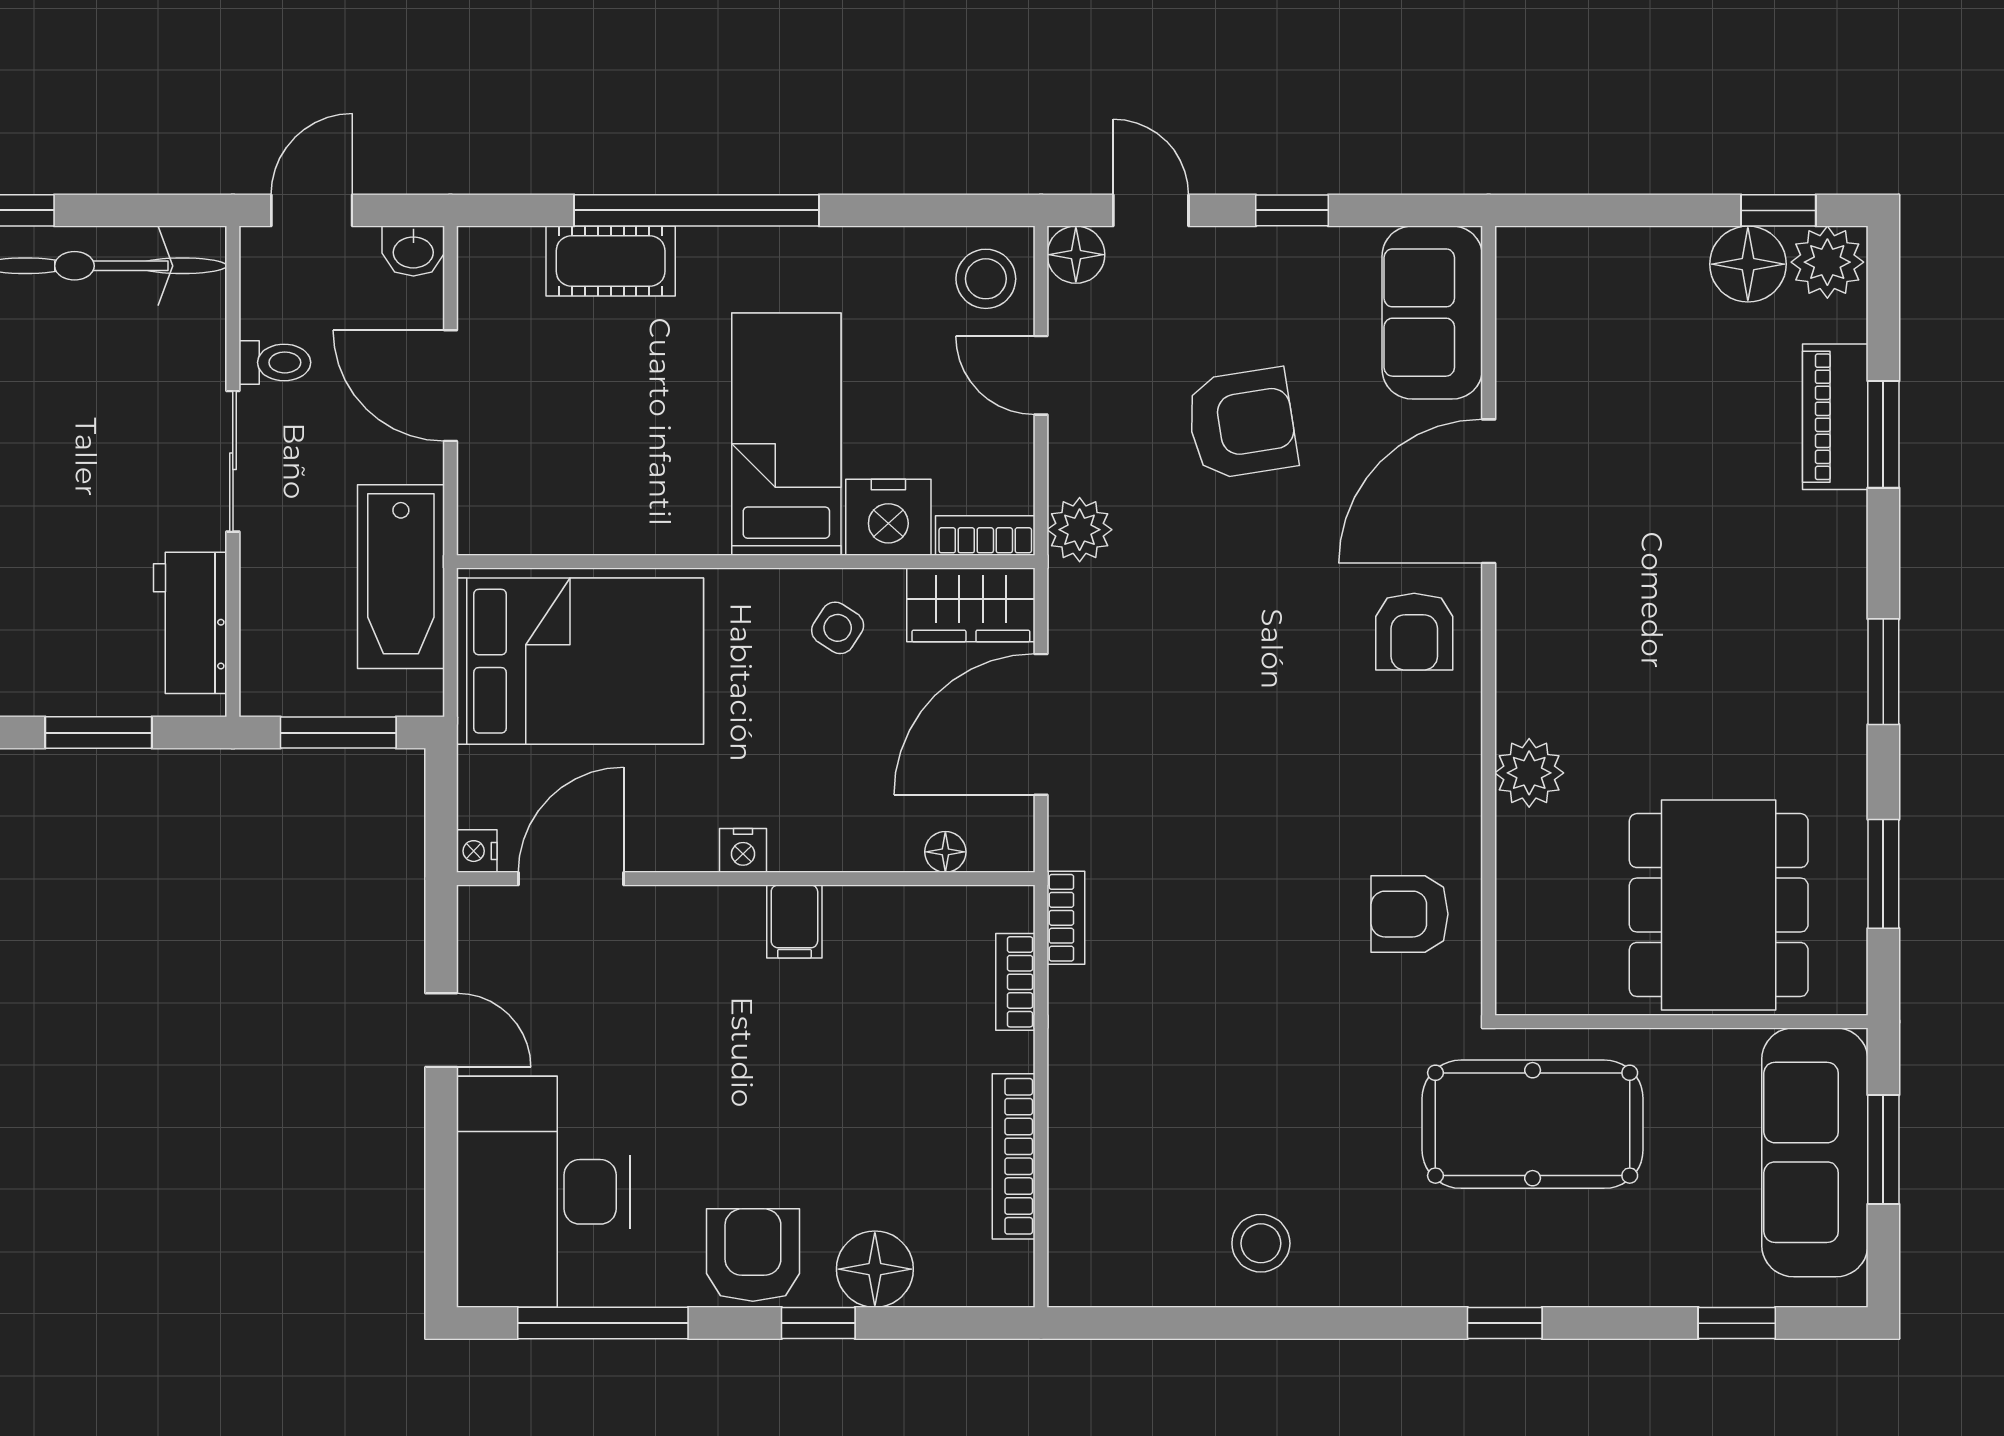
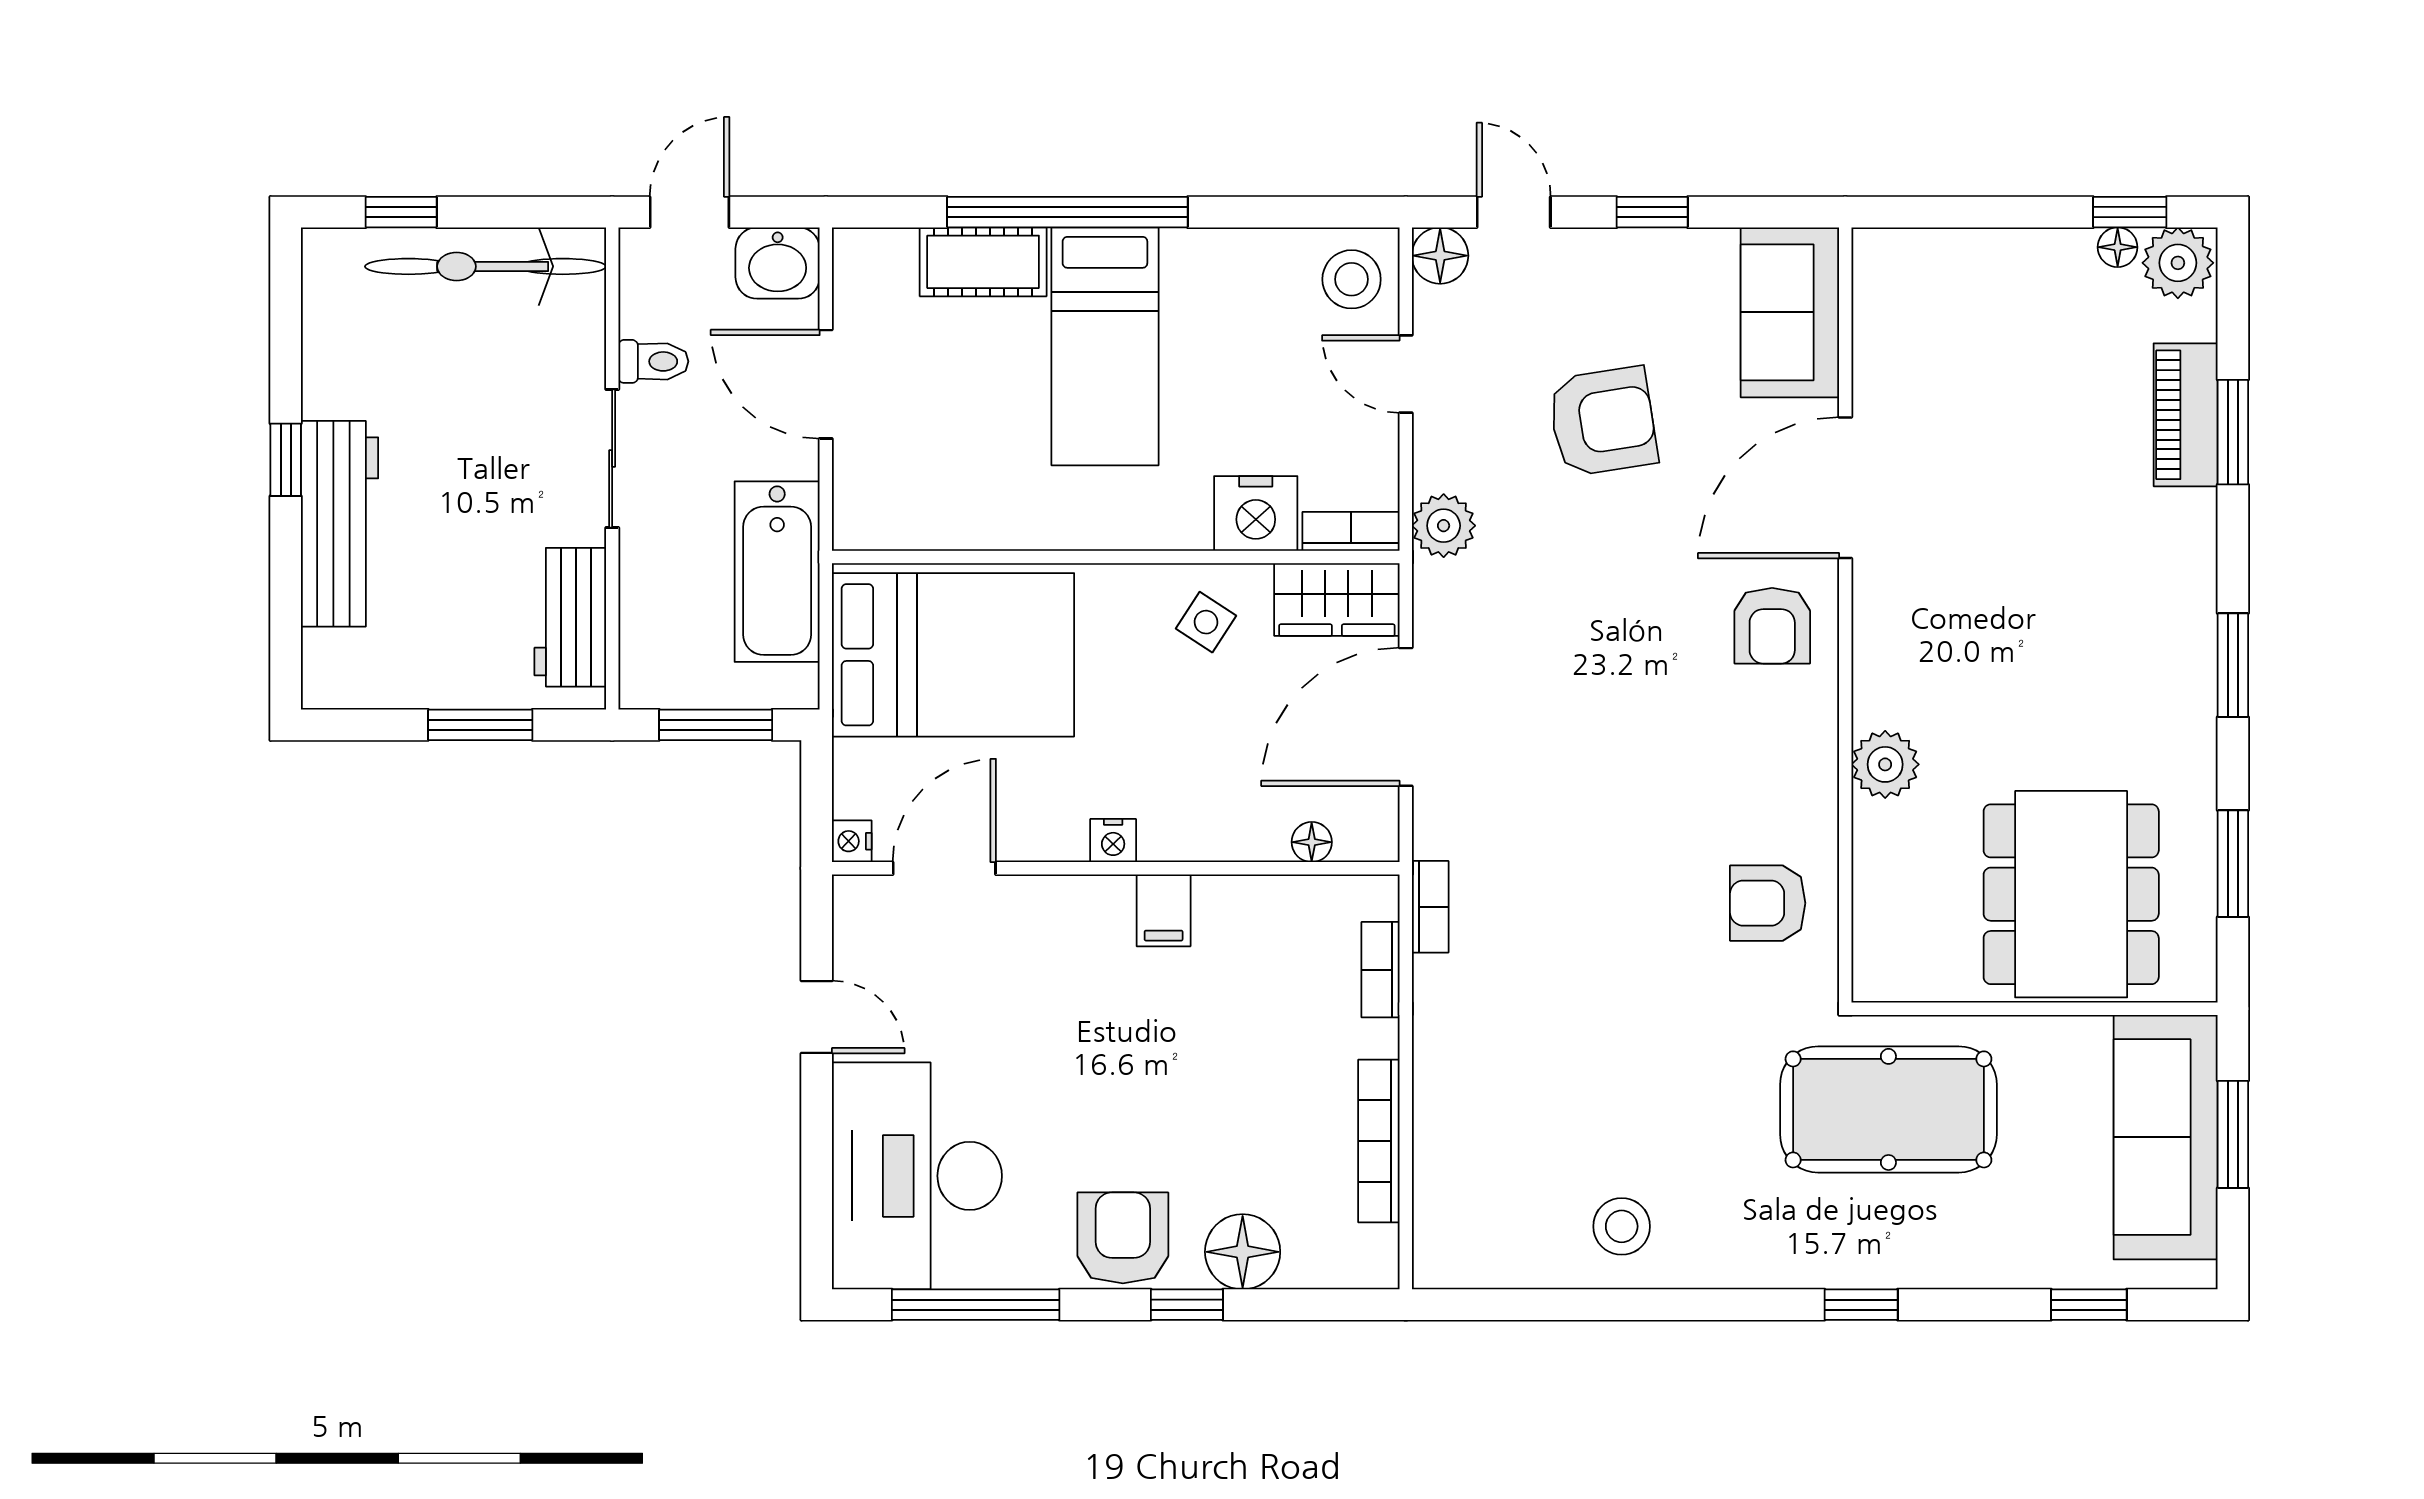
washbasin: (413, 251) -> (778, 263), width x1.38, depth x1.45
floor lamp: (1748, 264) -> (2118, 247), width x0.53, depth x0.53
bed: (786, 434) -> (1105, 346), moved, turned 180

